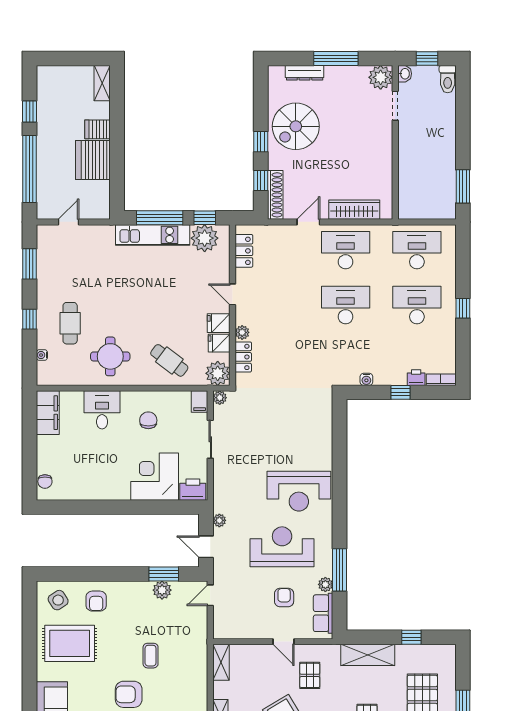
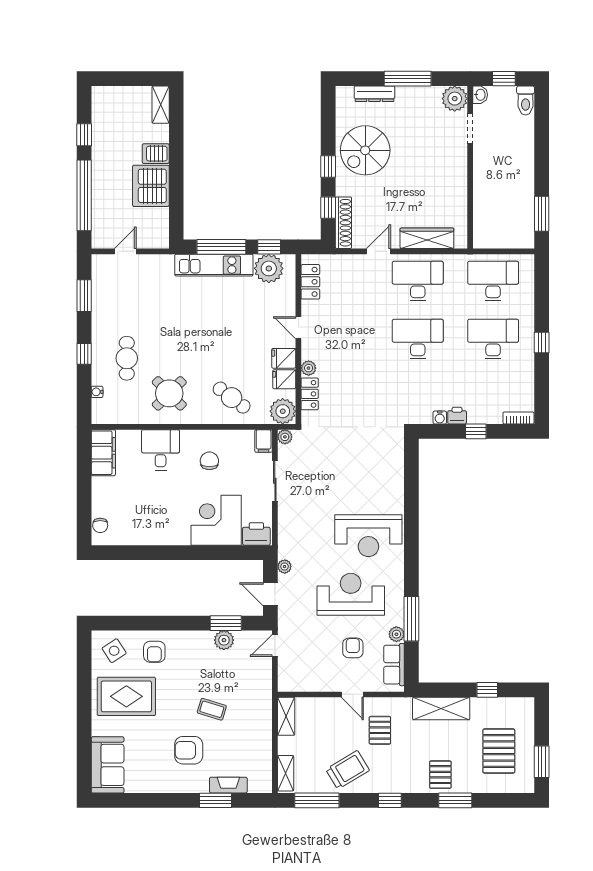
round table: (110, 356) -> (169, 393), turned 45
printer: (416, 378) -> (457, 416), moved
coffee table: (151, 656) -> (212, 709), turned -73

